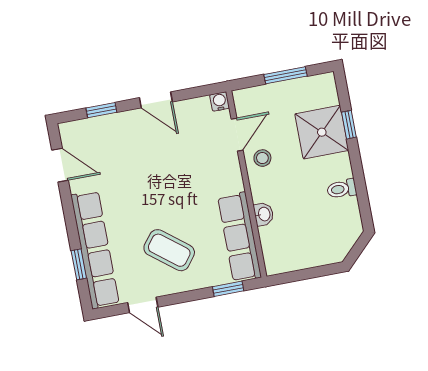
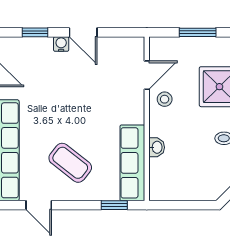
water cooler: (220, 101) -> (61, 44), moved

